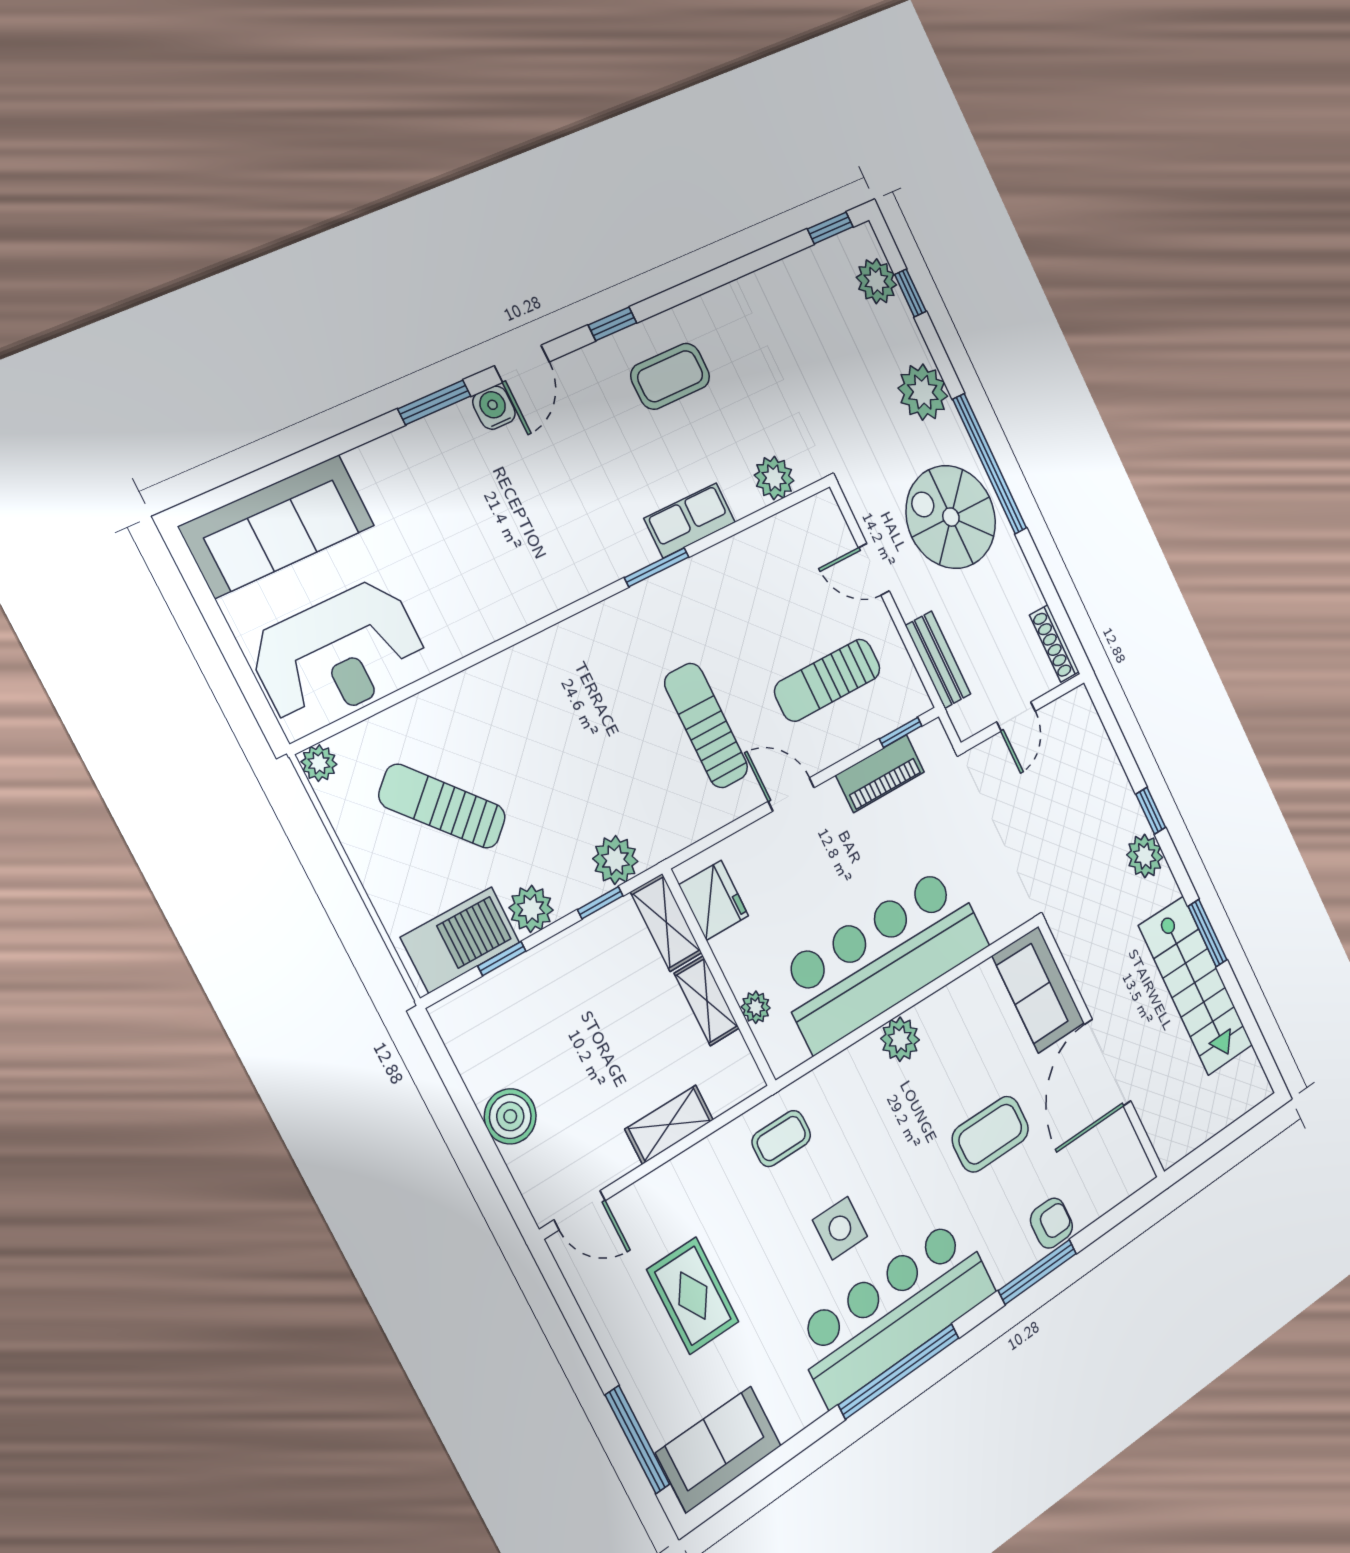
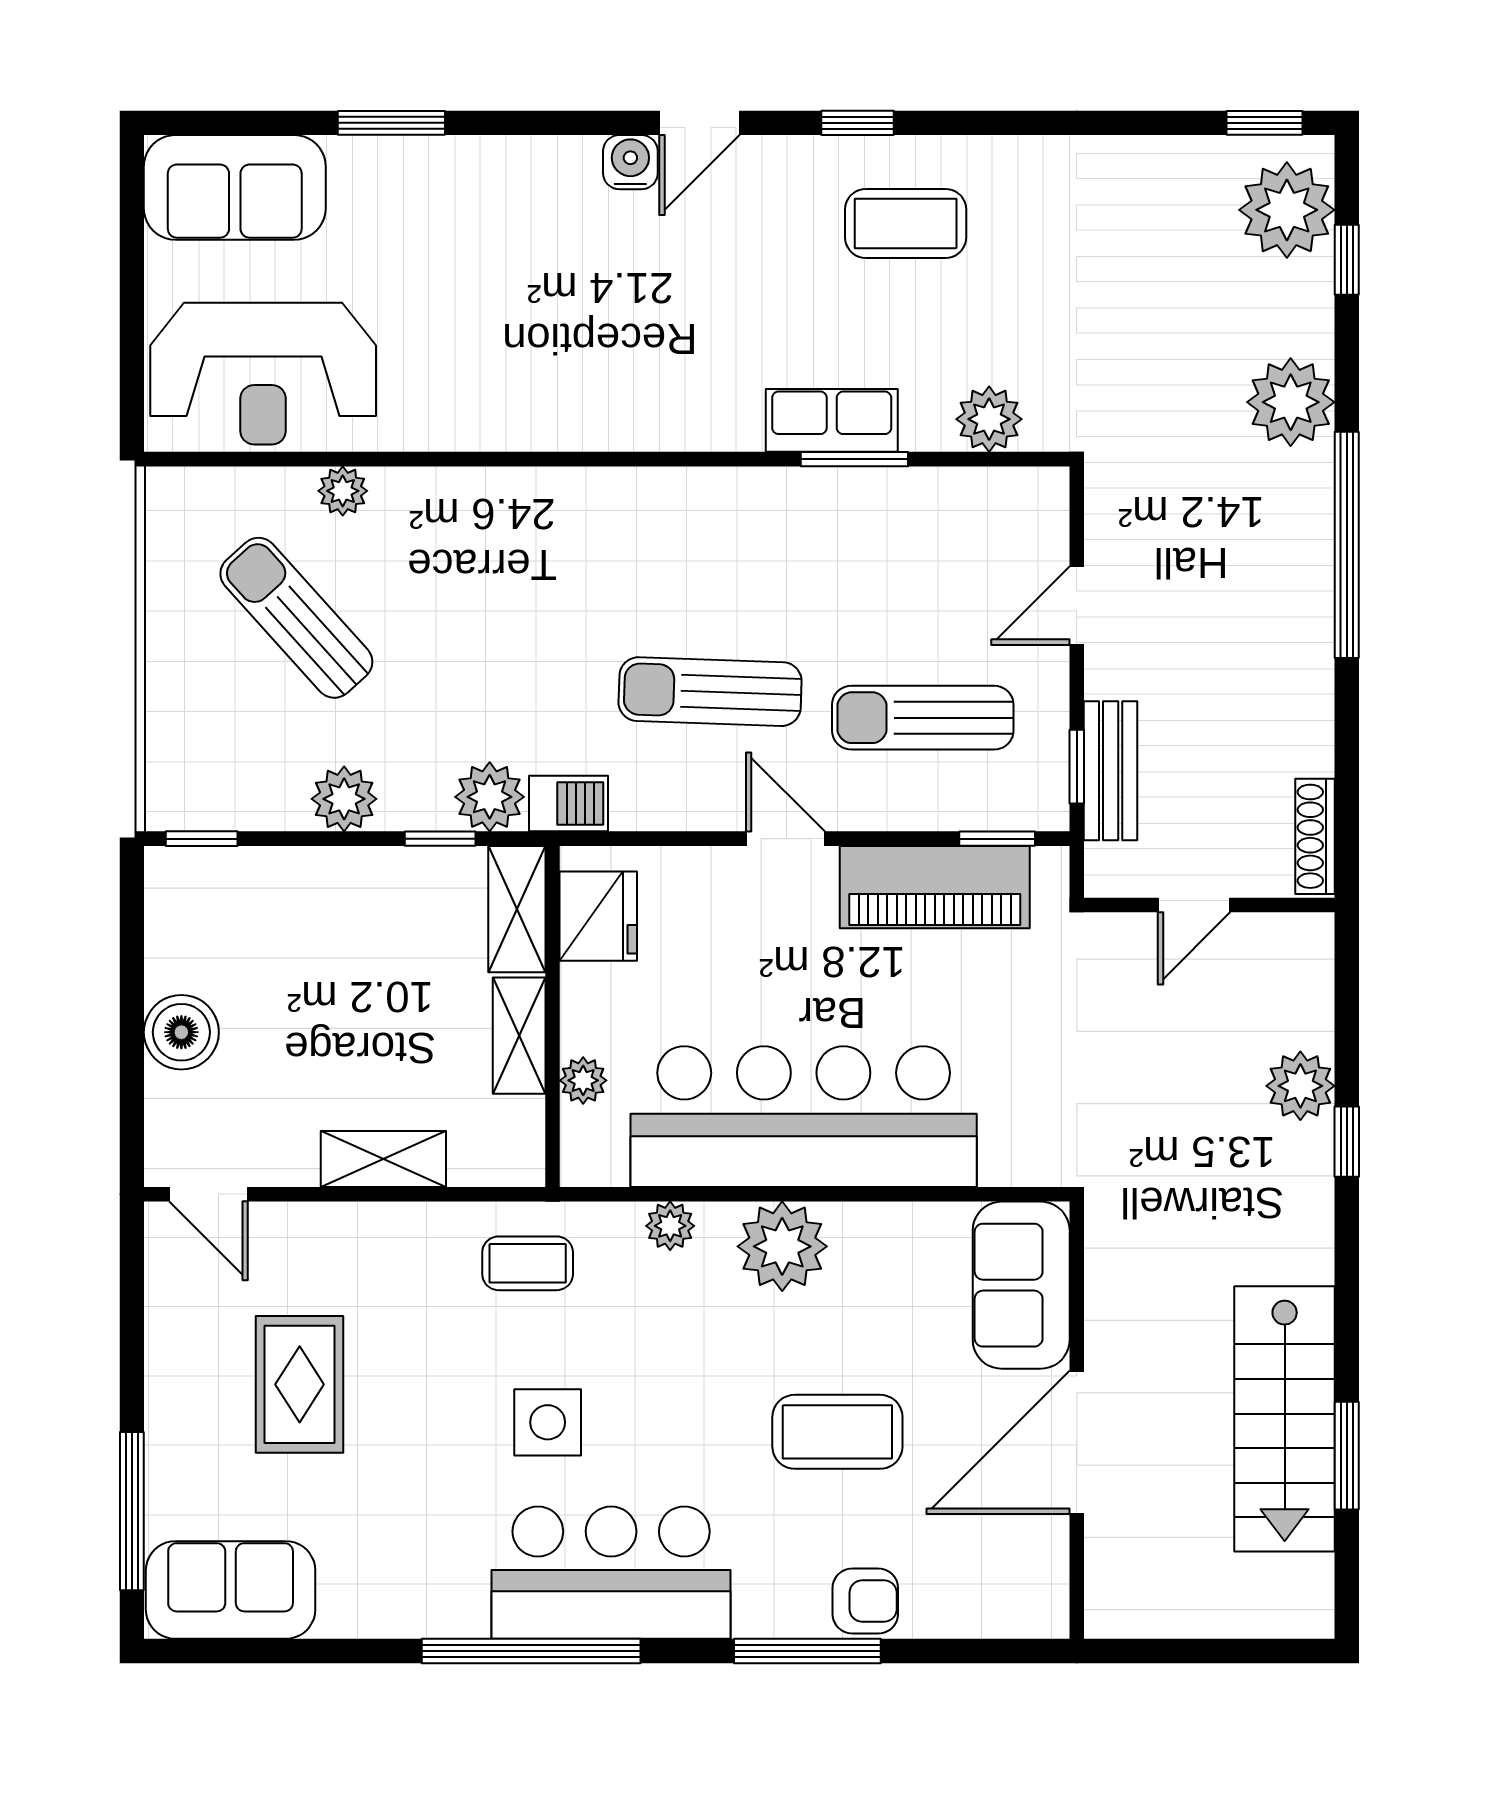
plant: (876, 281) -> (1287, 210), width x1.36, depth x1.36
window: (434, 402) -> (391, 123), moved
spiral stairs: (951, 517) -> (1241, 590), removed
sofa: (277, 526) -> (235, 187), width x0.73
window: (657, 567) -> (854, 459), moved
door: (874, 569) -> (1077, 606), hinge flipped
window: (920, 667) -> (1077, 767), added
sun lounger: (706, 726) -> (710, 692), turned -88
plant: (319, 763) -> (343, 491), moved
piano: (880, 774) -> (935, 887), width x1.37, depth x1.33
plant: (1145, 856) -> (1300, 1086), moved
window: (1208, 933) -> (1347, 1456), moved
barbecue: (460, 940) -> (568, 804), moved, width x0.53, depth x0.65
window: (502, 958) -> (202, 839), moved
plant: (900, 1039) -> (782, 1246), width x1.36, depth x1.36
plant: (846, 1067) -> (670, 1226), added
bar counter: (895, 1311) -> (611, 1573), width x0.73

